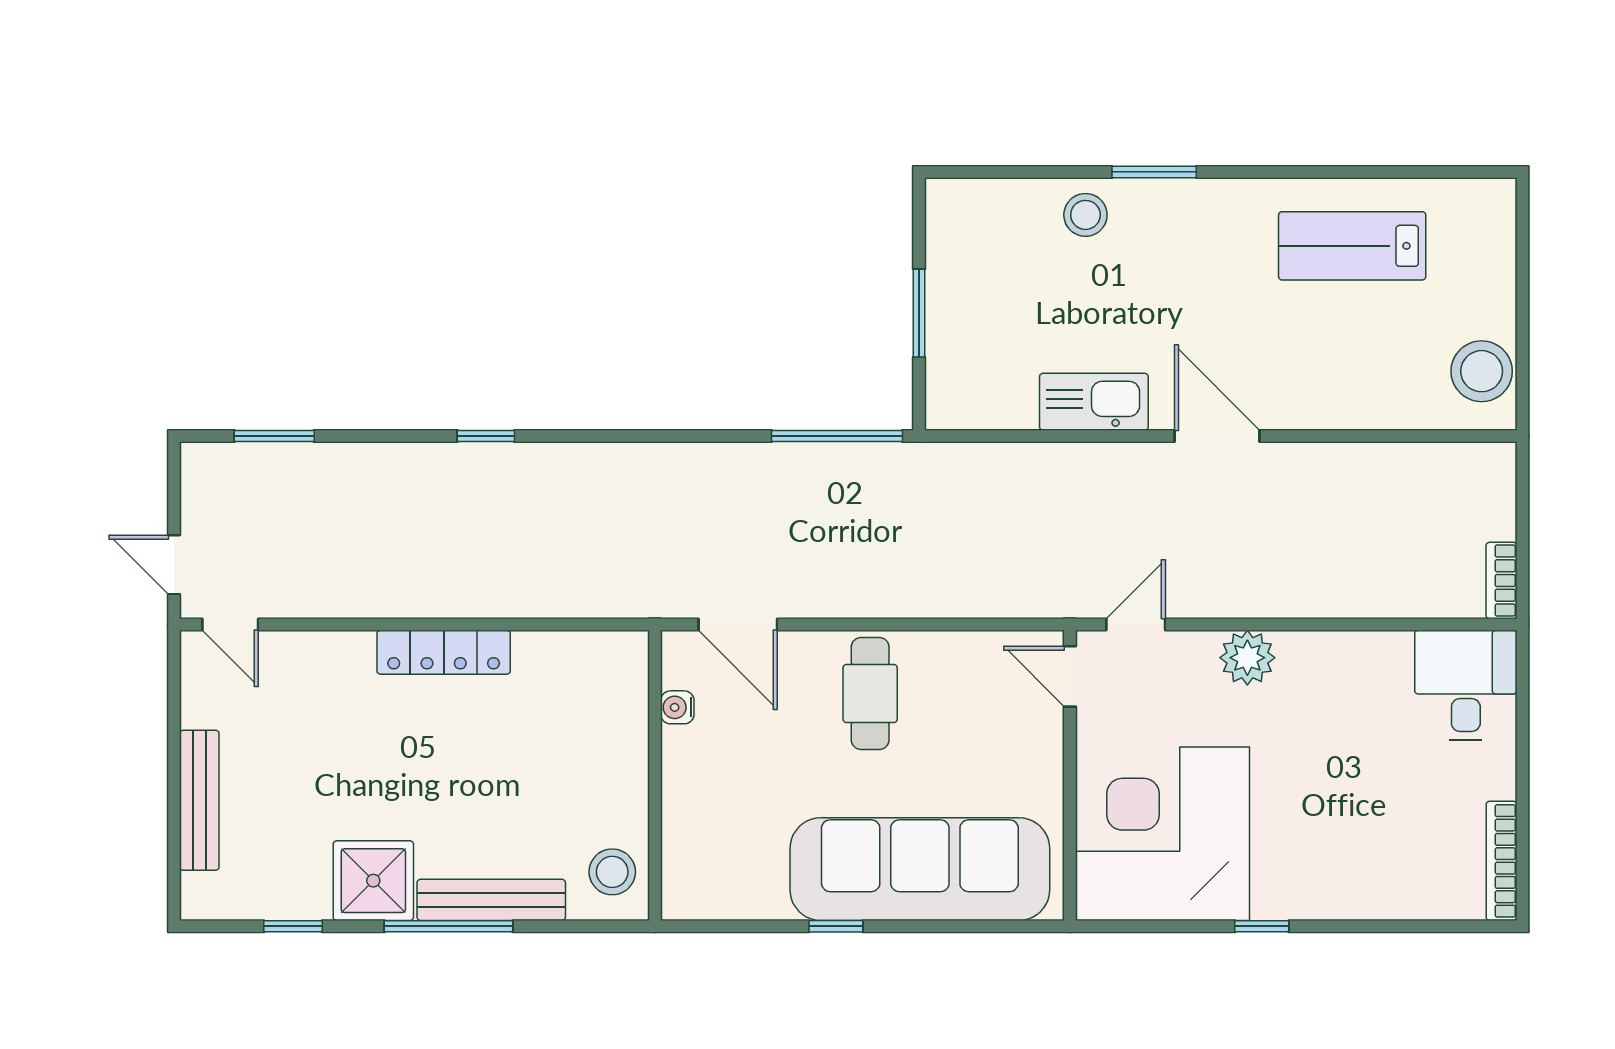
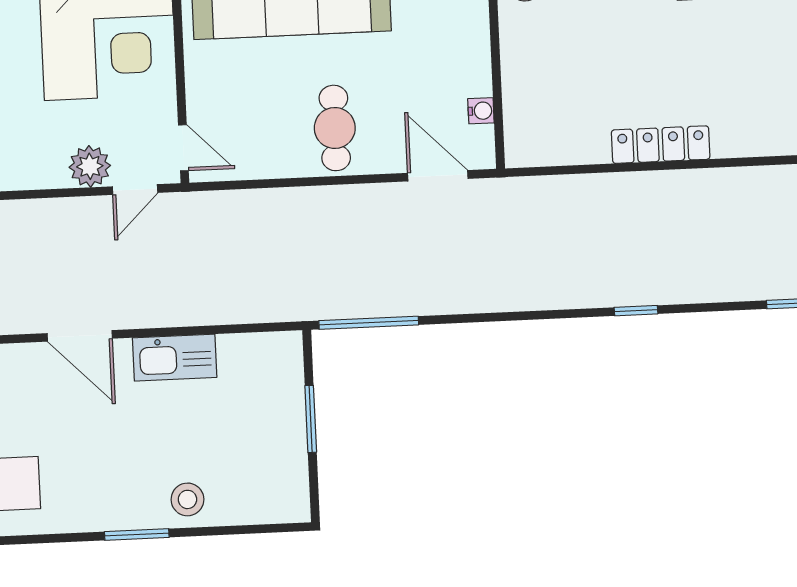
plant: (1247, 658) -> (90, 166), moved

